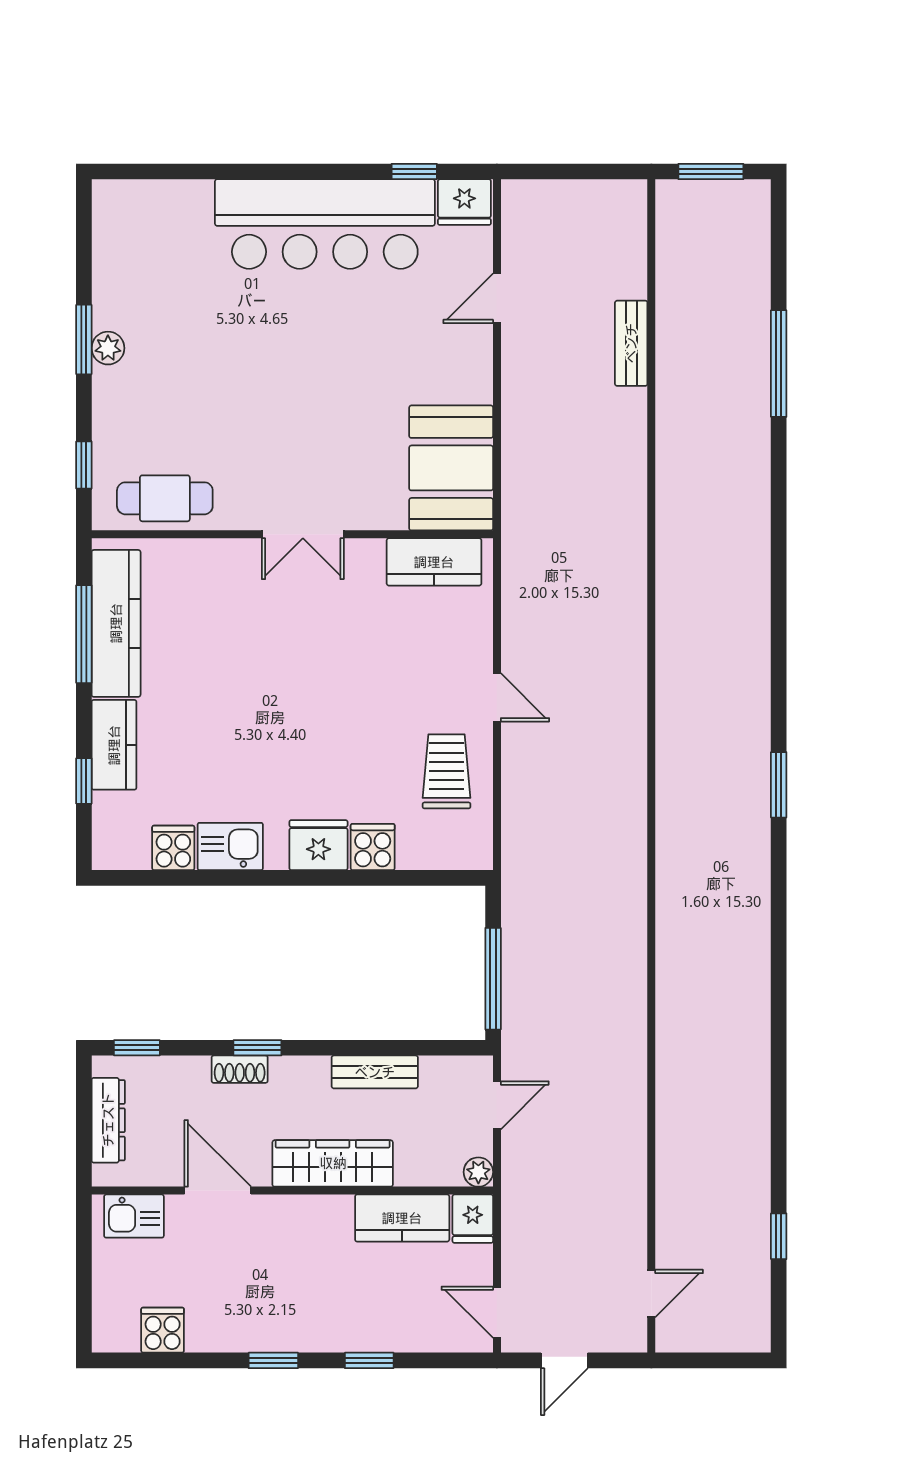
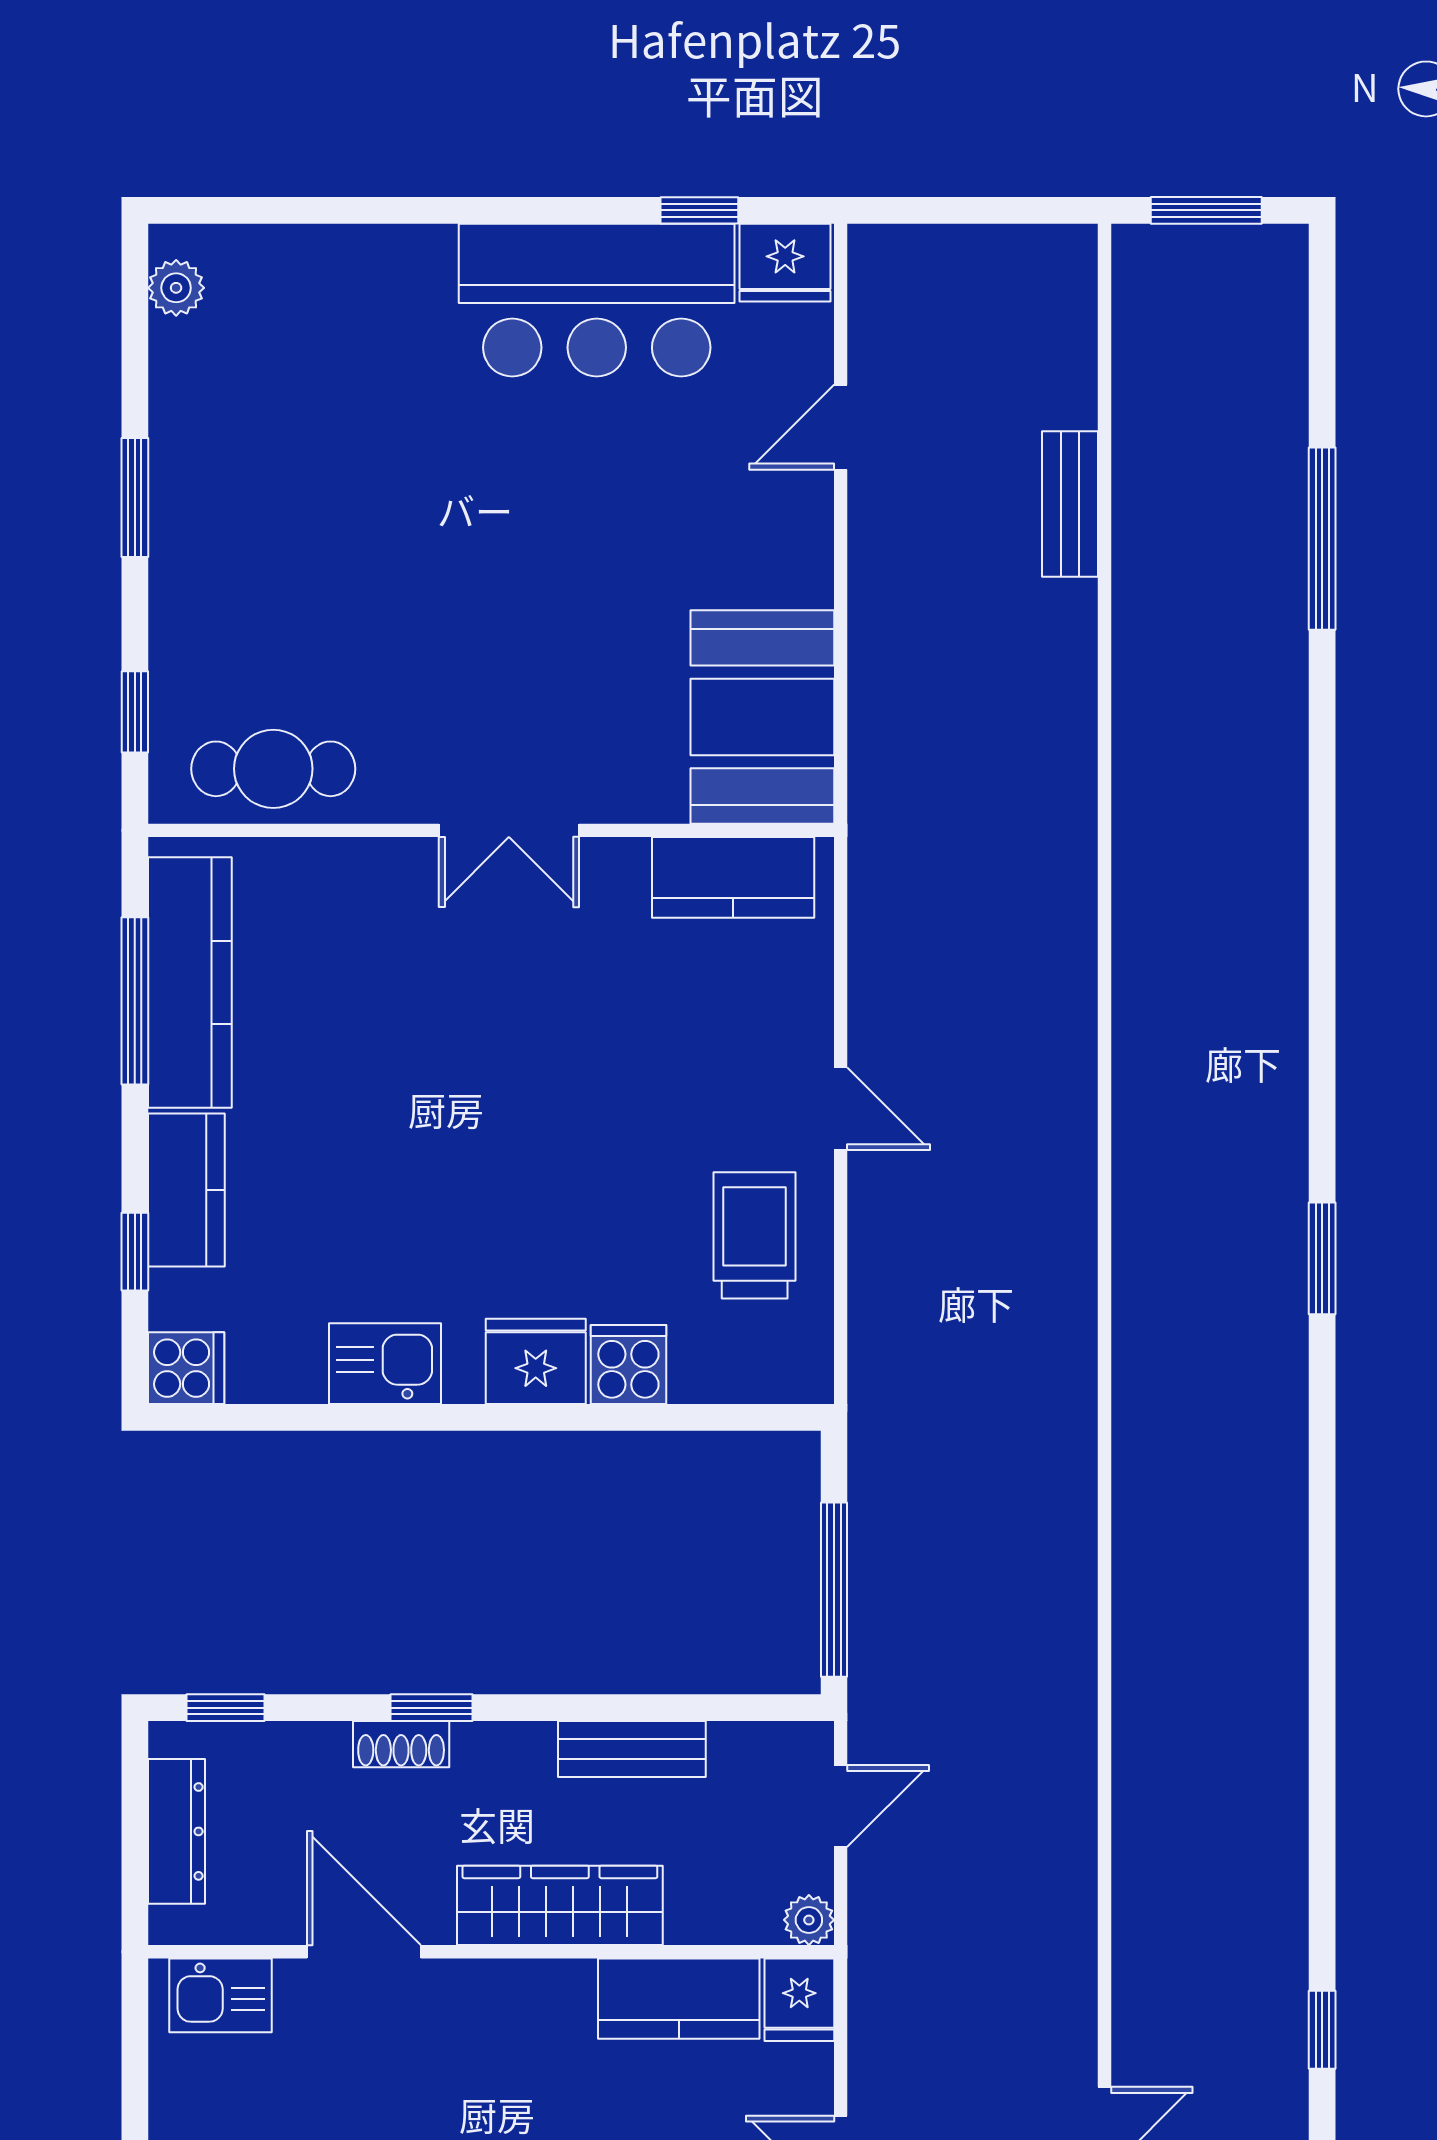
bar counter: (325, 224) -> (597, 300), width x0.73
plant: (108, 348) -> (176, 288), moved
cooker: (173, 848) -> (186, 1368), moved, turned 90

